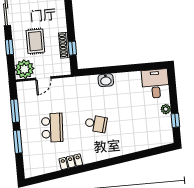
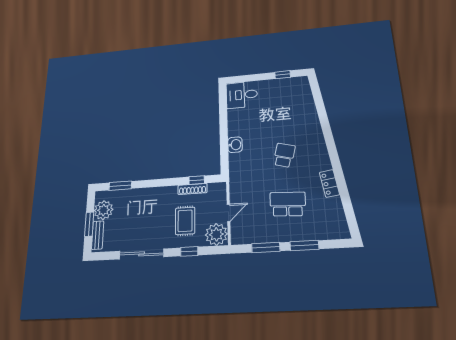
rug: (35, 41) -> (185, 221), turned 90
door: (43, 78) -> (229, 213), hinge flipped
plant: (166, 109) -> (270, 84), removed

